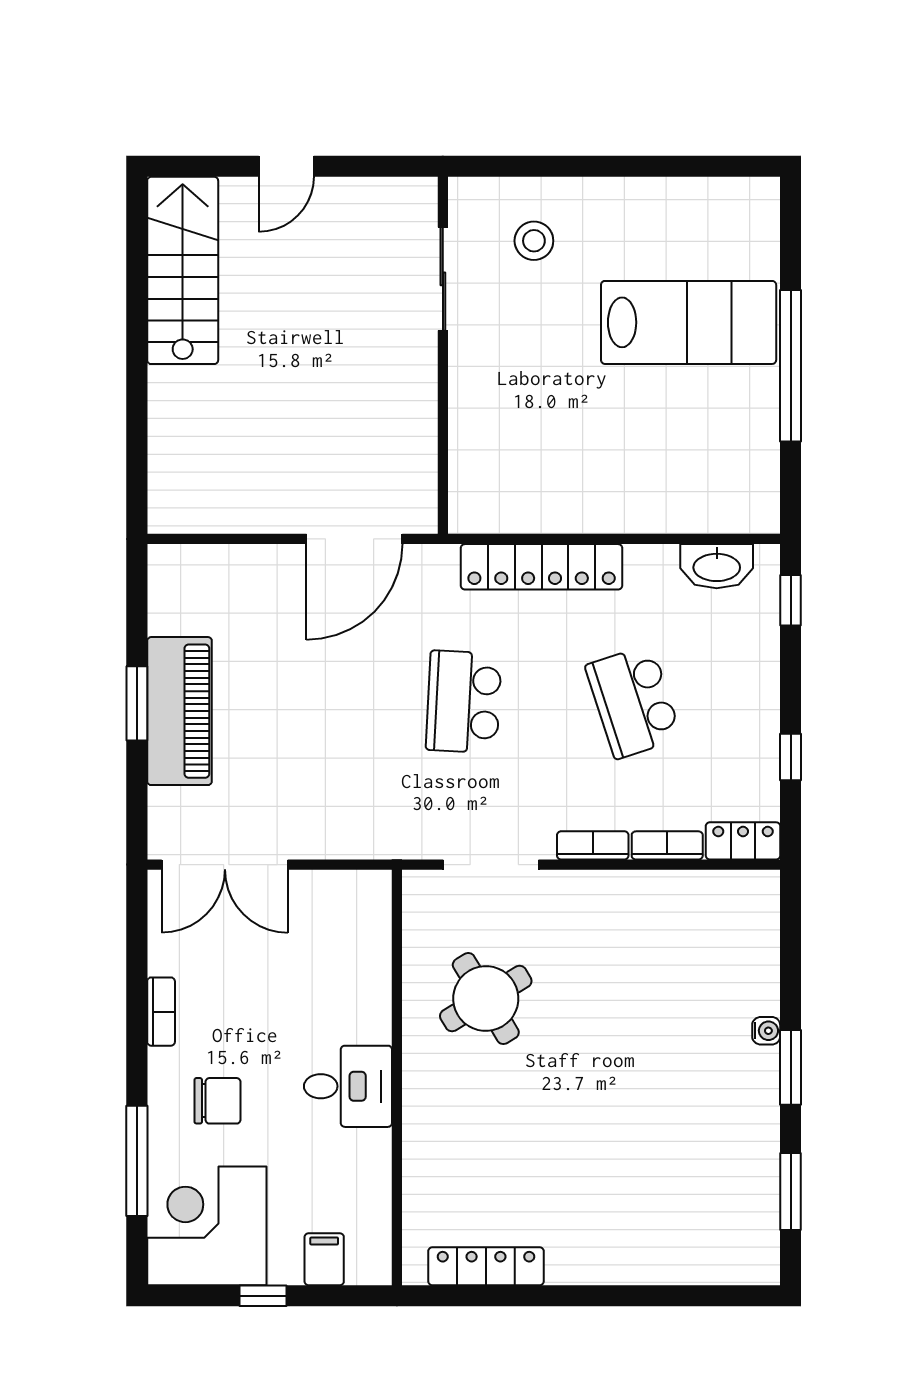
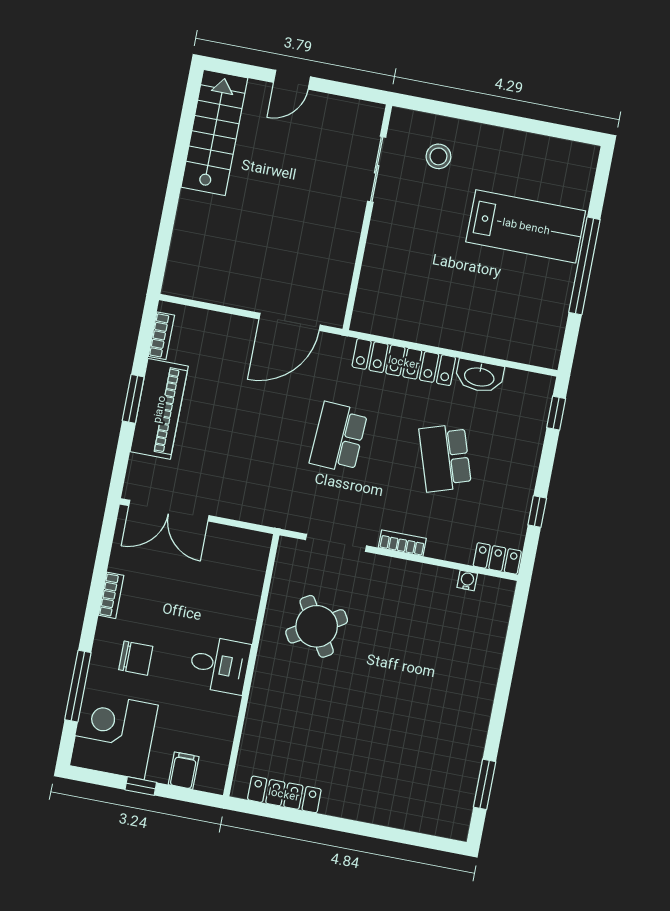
washbasin: (717, 566) -> (479, 376), moved
bookcase: (667, 845) -> (161, 336), moved, turned 90
water cooler: (766, 1031) -> (467, 580), moved, turned -90
window: (791, 1067) -> (500, 706), removed

